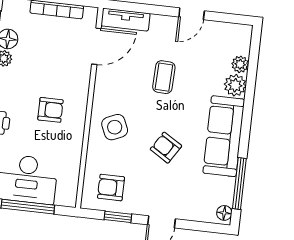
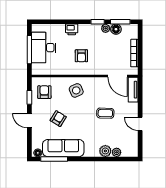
sofa: (224, 136) -> (63, 148), moved
armchair: (166, 148) -> (58, 119), moved

